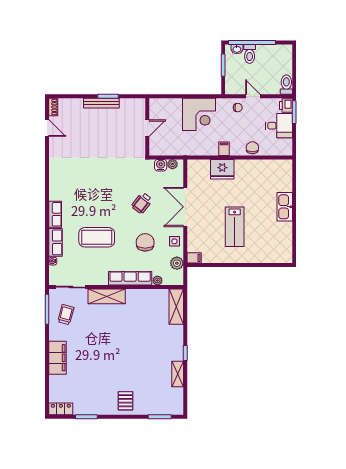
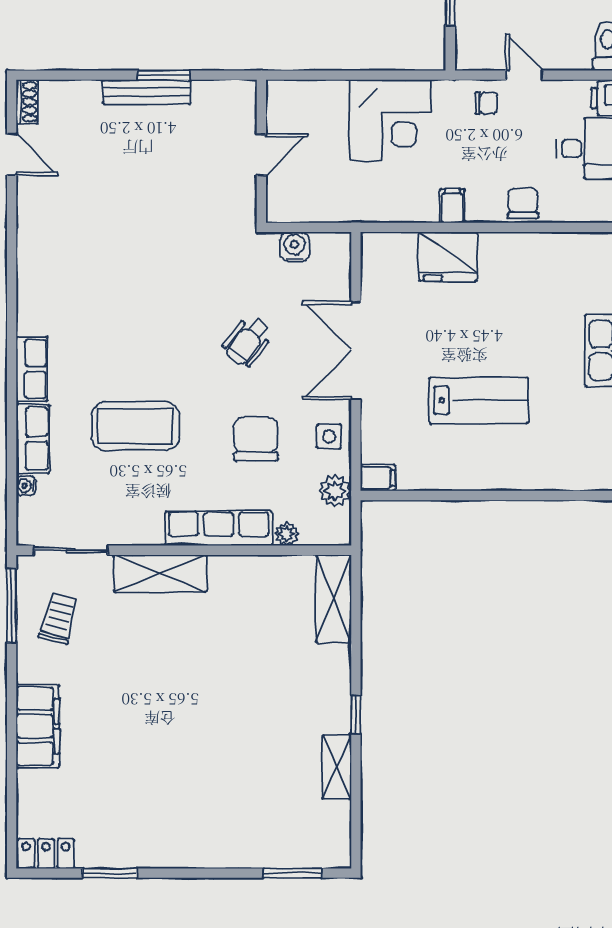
plant: (172, 164) -> (324, 244), removed
lab bench: (235, 227) -> (479, 400), turned -90
pallet: (125, 401) -> (207, 833), removed

